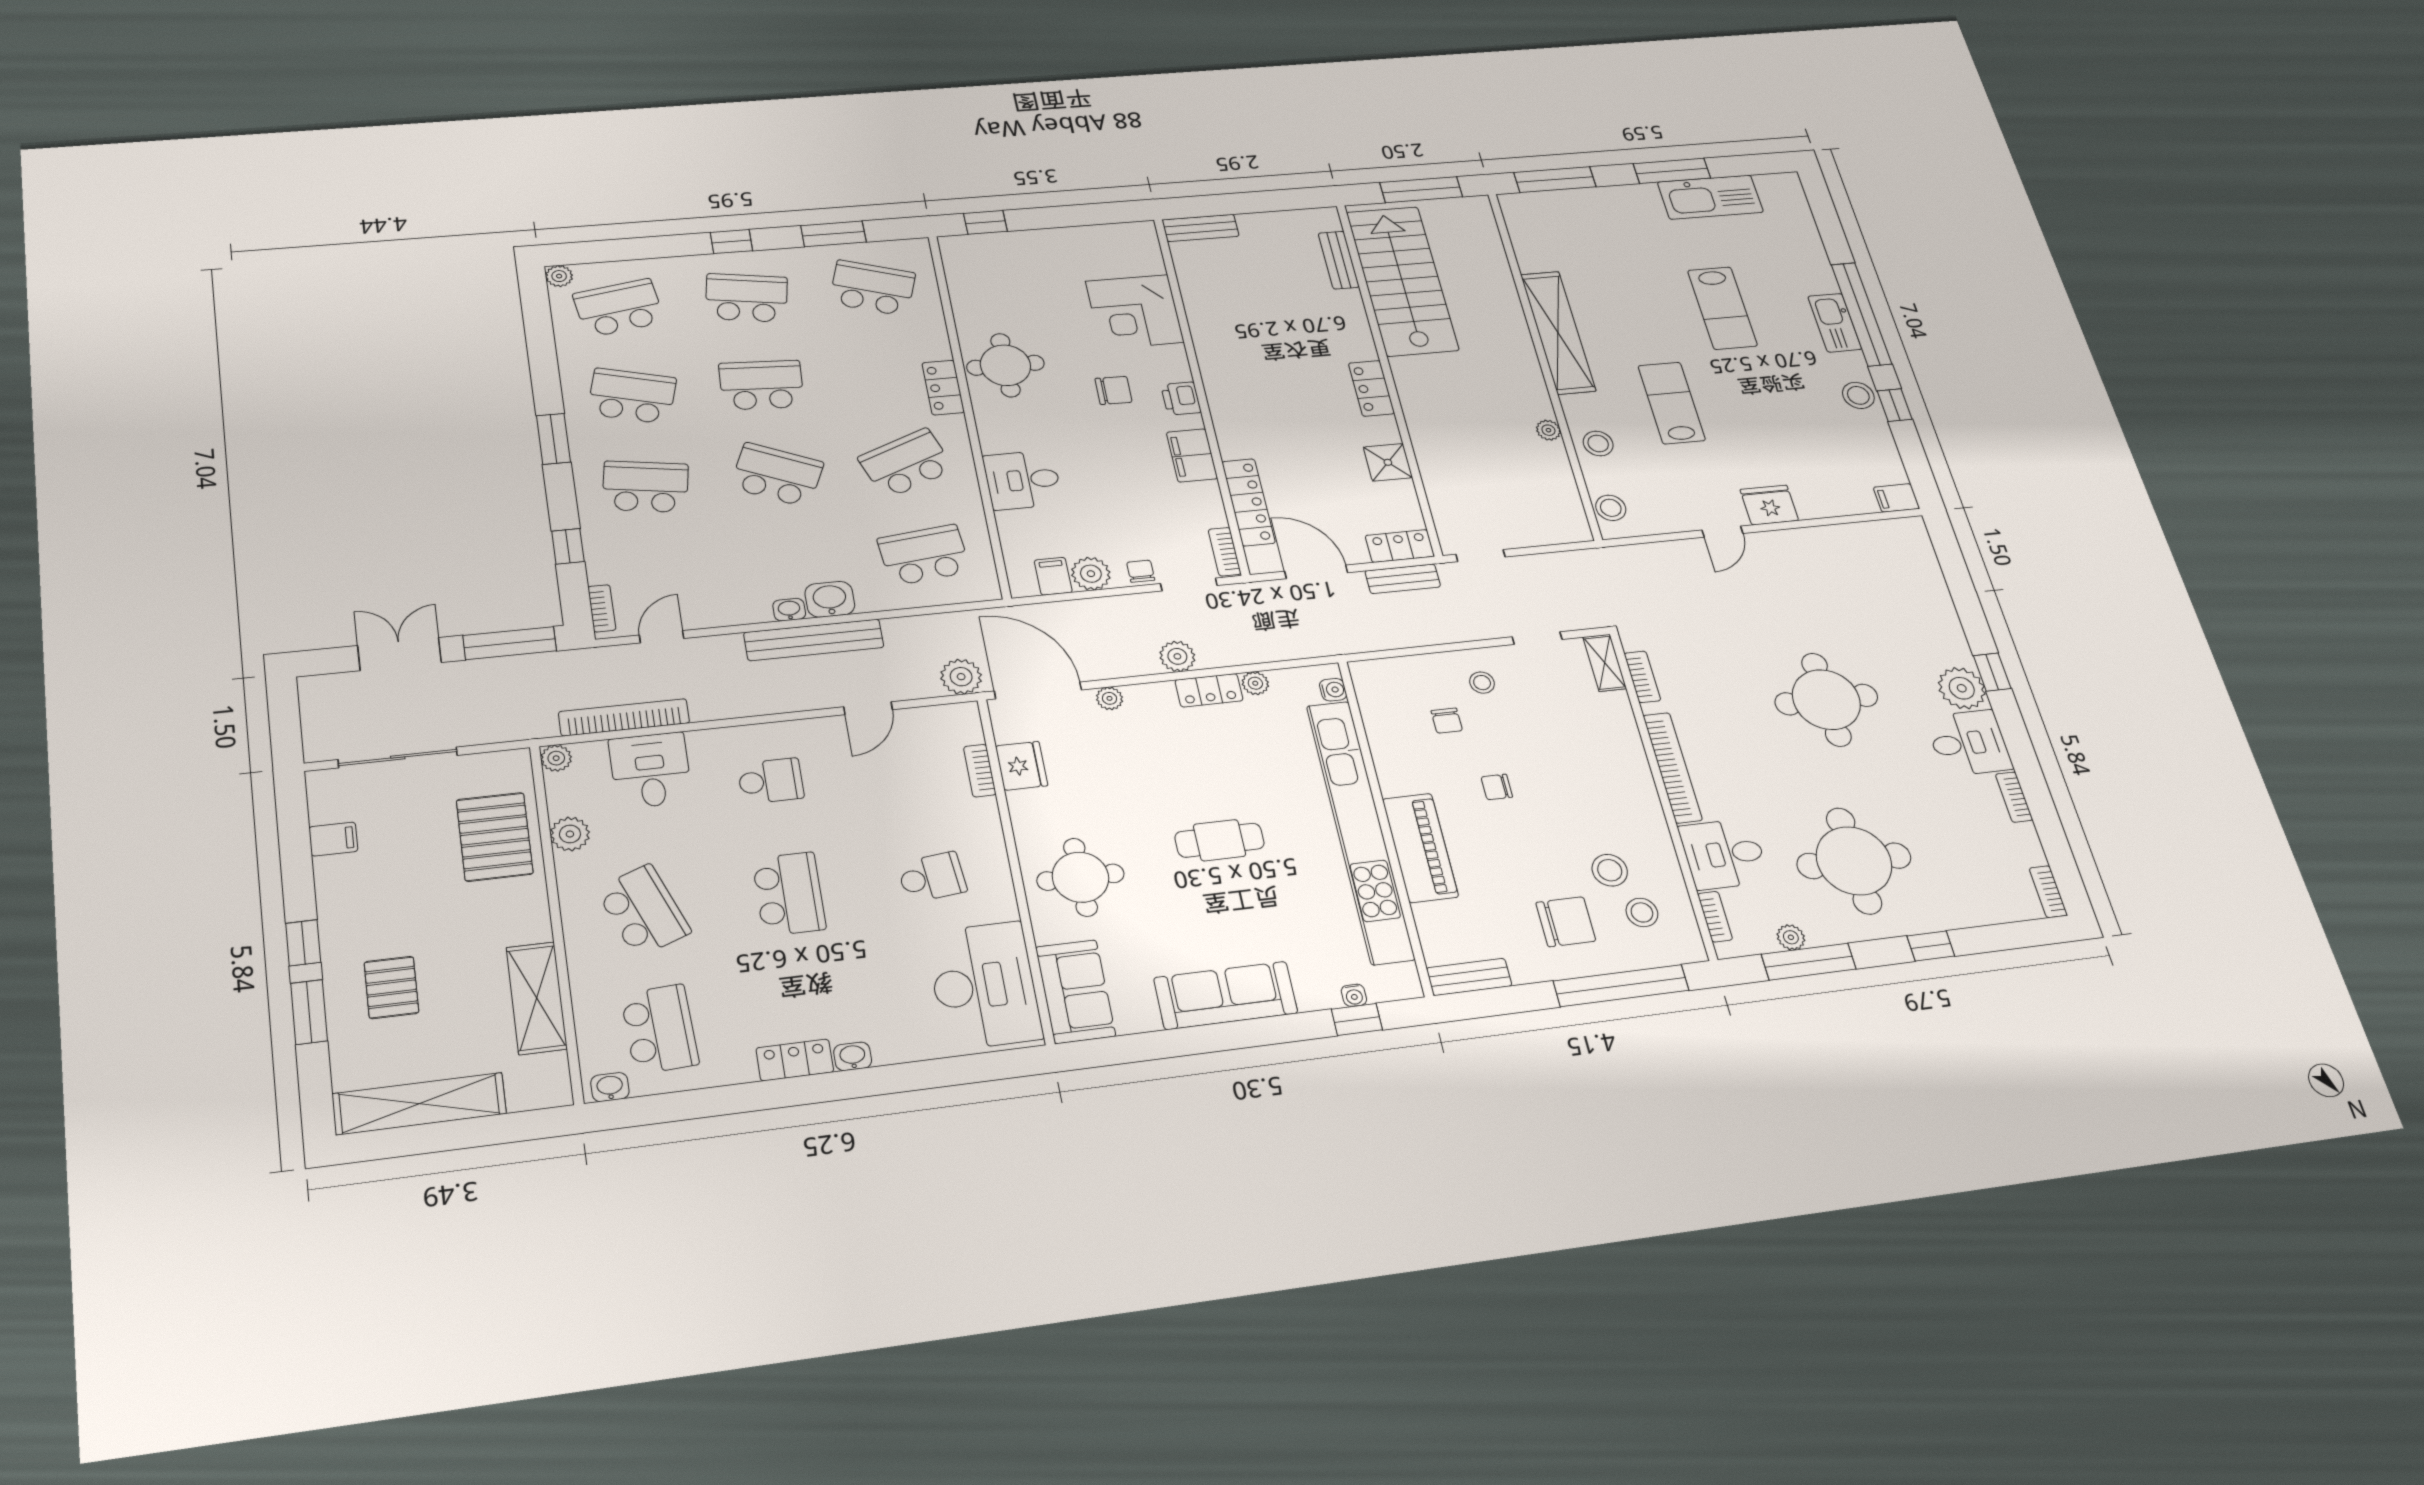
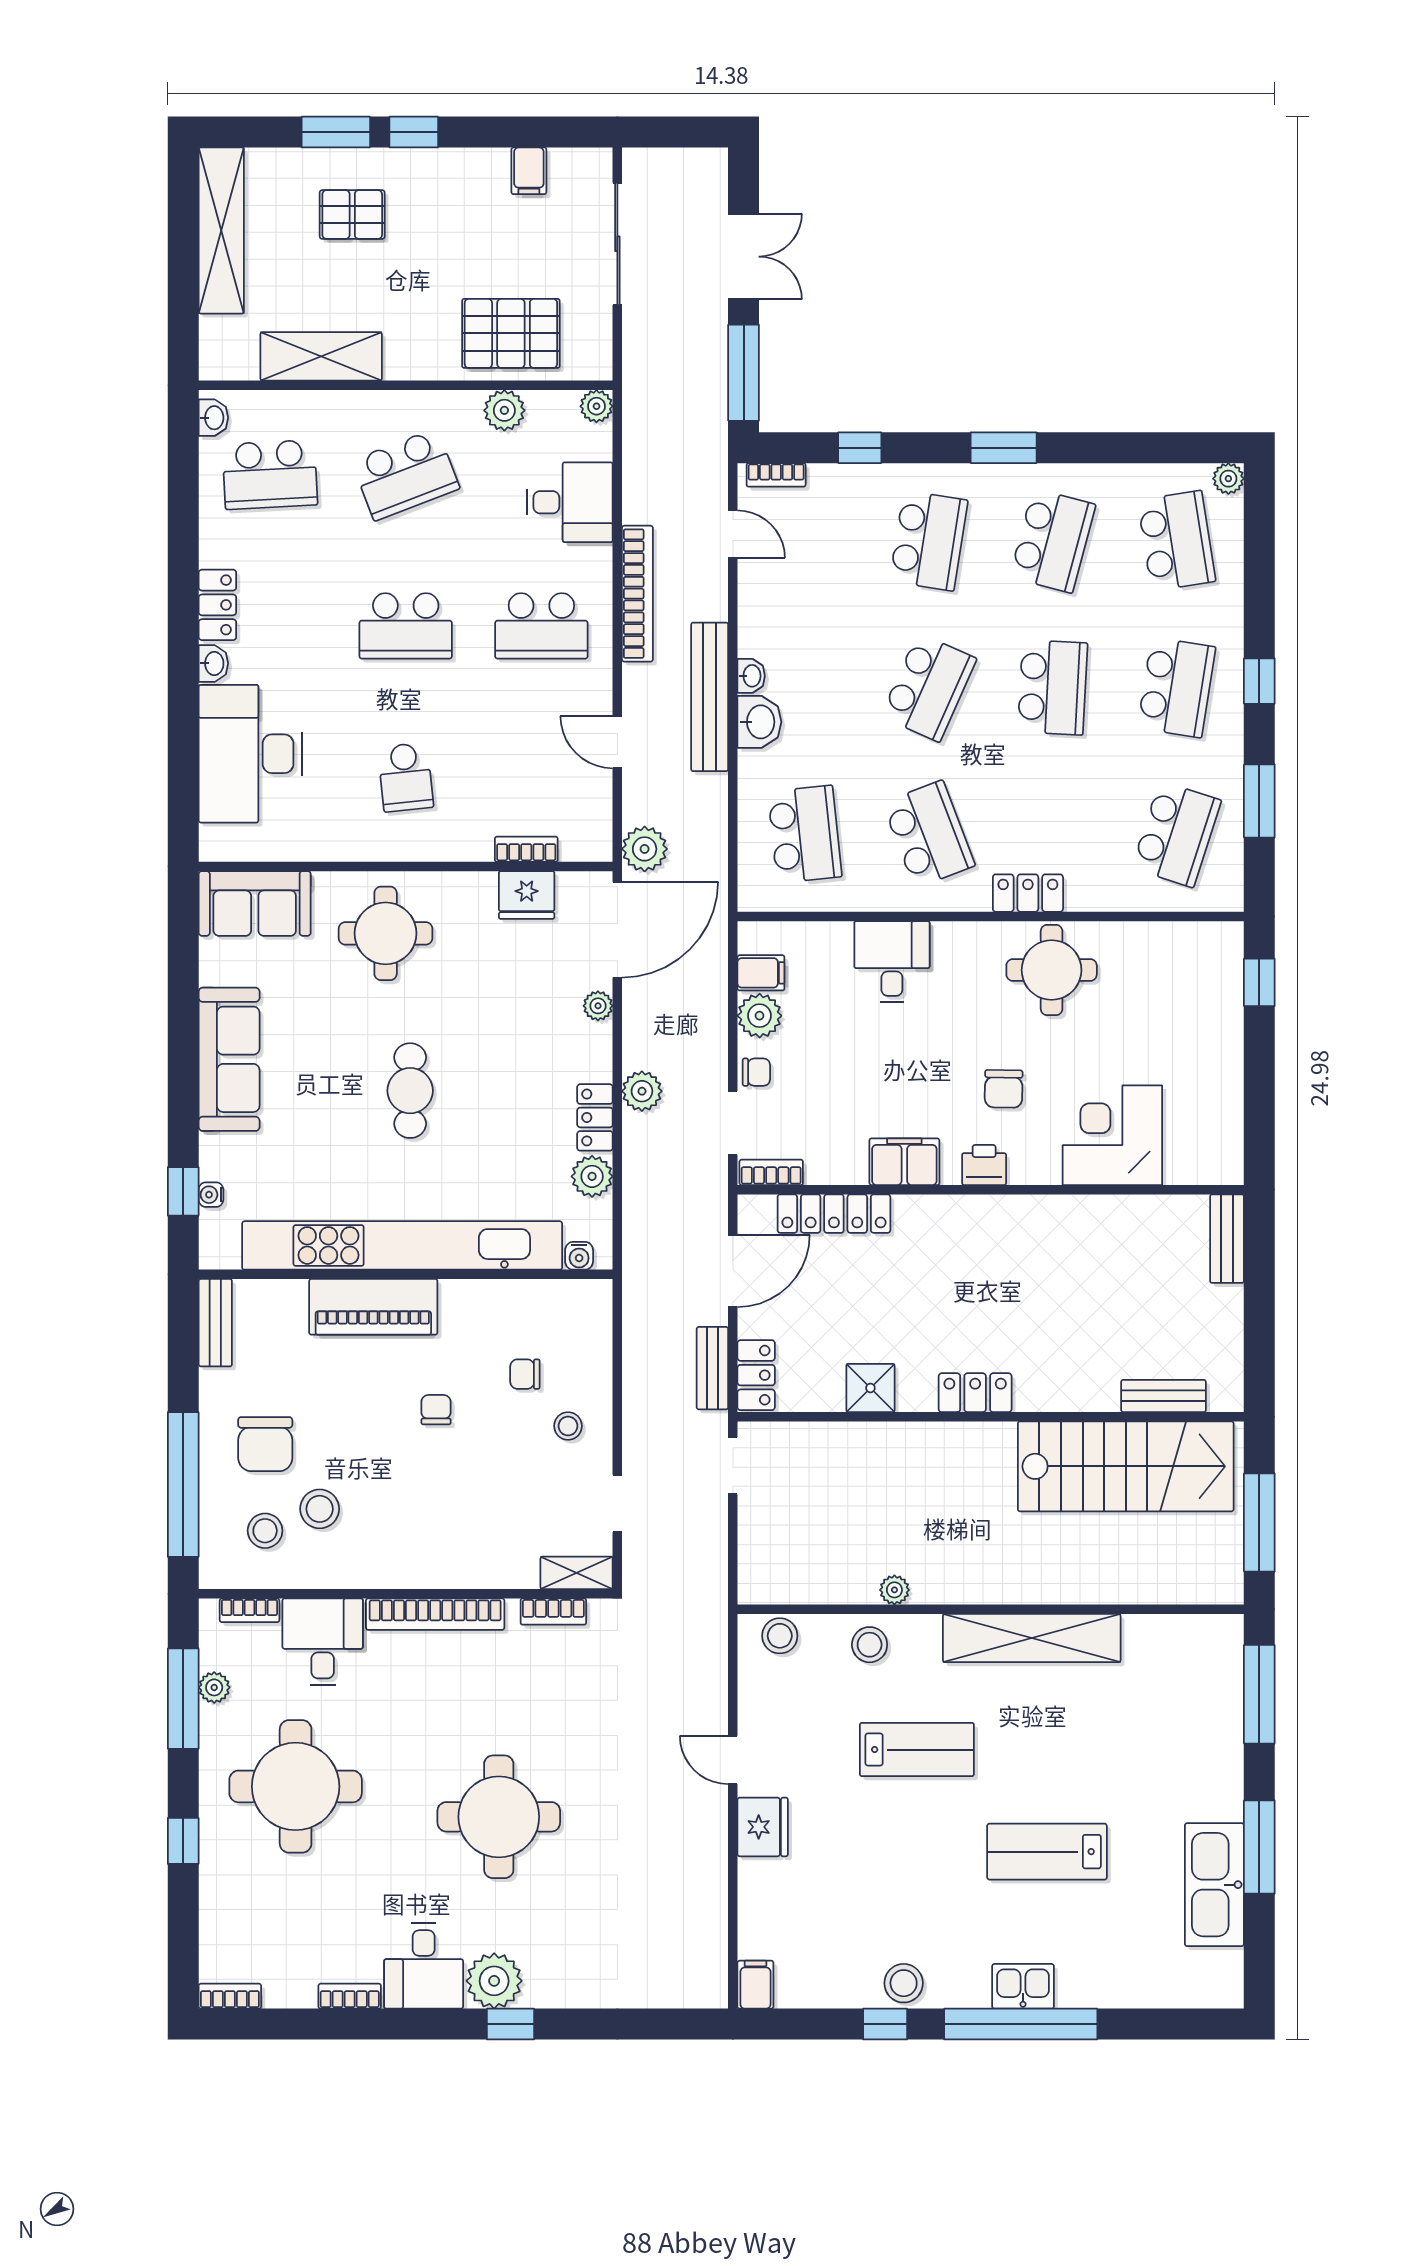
kitchen sink: (1835, 323) -> (1023, 1986), width x0.73
plant: (1255, 683) -> (592, 1176), width x1.38, depth x1.38
bookcase: (624, 717) -> (637, 594), moved
school desk: (771, 781) -> (541, 626), width x1.85
desk: (984, 985) -> (250, 754), moved, turned 90

